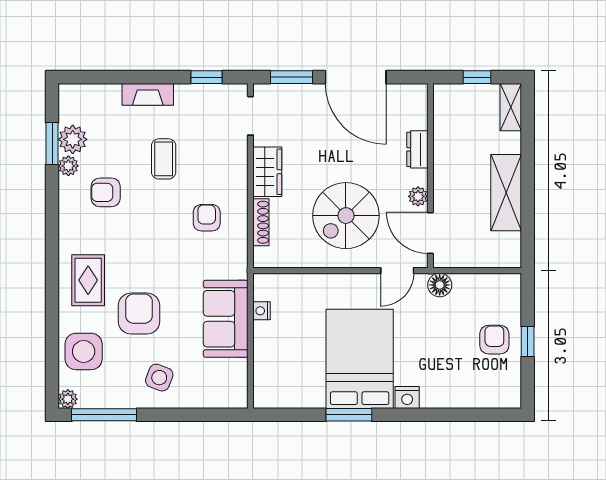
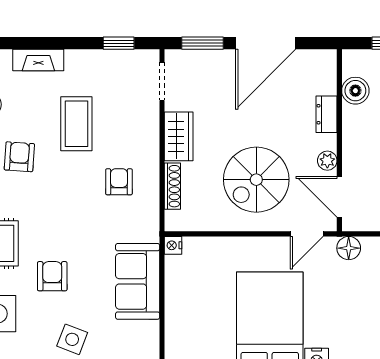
door: (356, 77) -> (266, 43), hinge flipped
fireplace: (148, 94) -> (38, 60), moved
boiler: (447, 125) -> (355, 91), added
coffee table: (164, 159) -> (76, 124), width x1.36, depth x1.30
armchair: (106, 192) -> (19, 157), turned 94
nightstand: (262, 311) -> (173, 245), moved
armchair: (139, 314) -> (52, 276), width x0.72, depth x0.72

